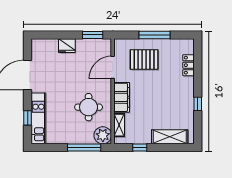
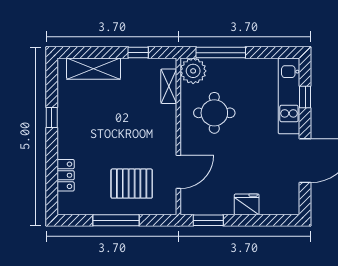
filing cabinet: (122, 97) -> (165, 127), removed

